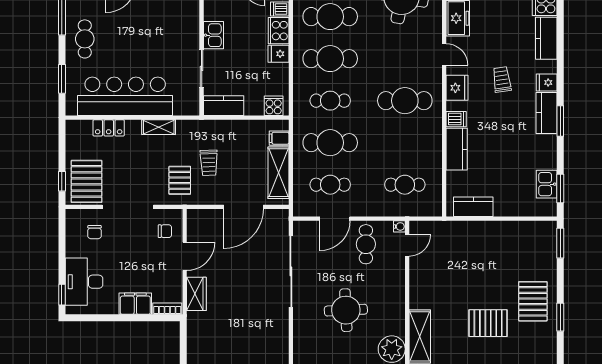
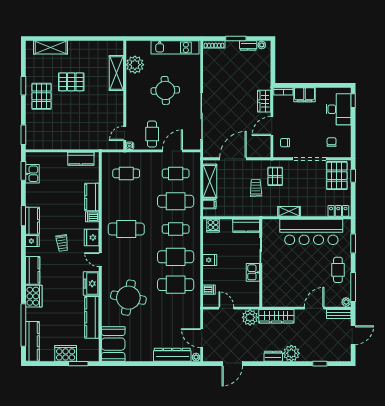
cooker: (279, 31) -> (210, 275), removed
locker: (109, 128) -> (338, 211), moved

